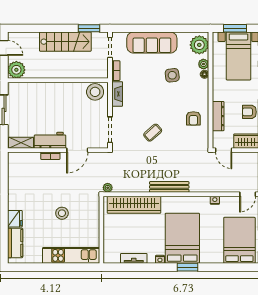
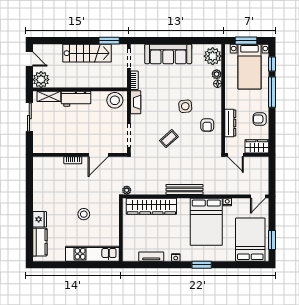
side table: (172, 75) -> (185, 106), moved
workbench: (50, 140) -> (76, 99), moved, turned 180
shelving: (21, 143) -> (49, 96), moved
bed: (182, 238) -> (206, 222), moved, turned 180

